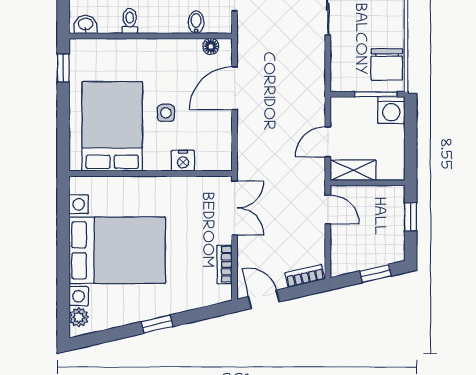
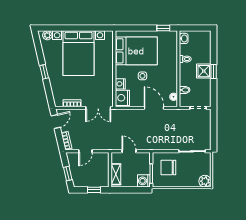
chair: (387, 64) -> (168, 168), moved
nightstand: (213, 156) -> (122, 98), added
shelving: (353, 170) -> (116, 174), moved
door: (328, 209) -> (85, 151), moved

